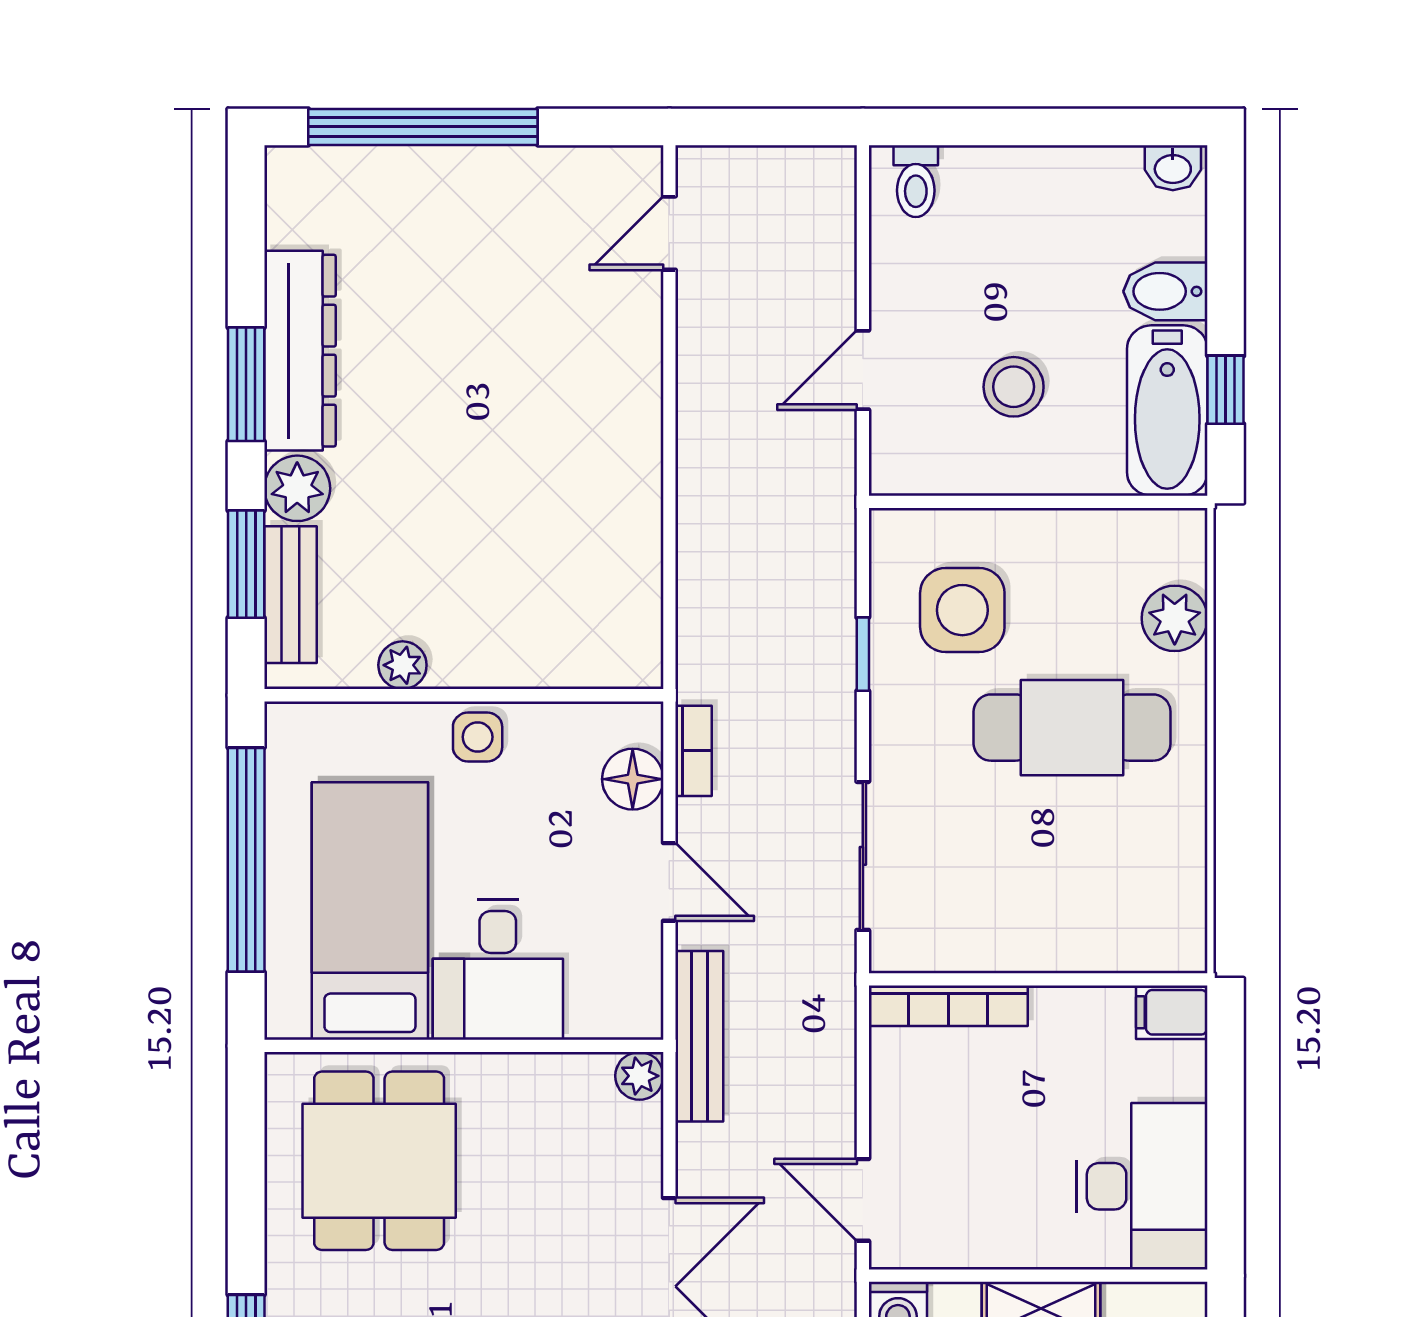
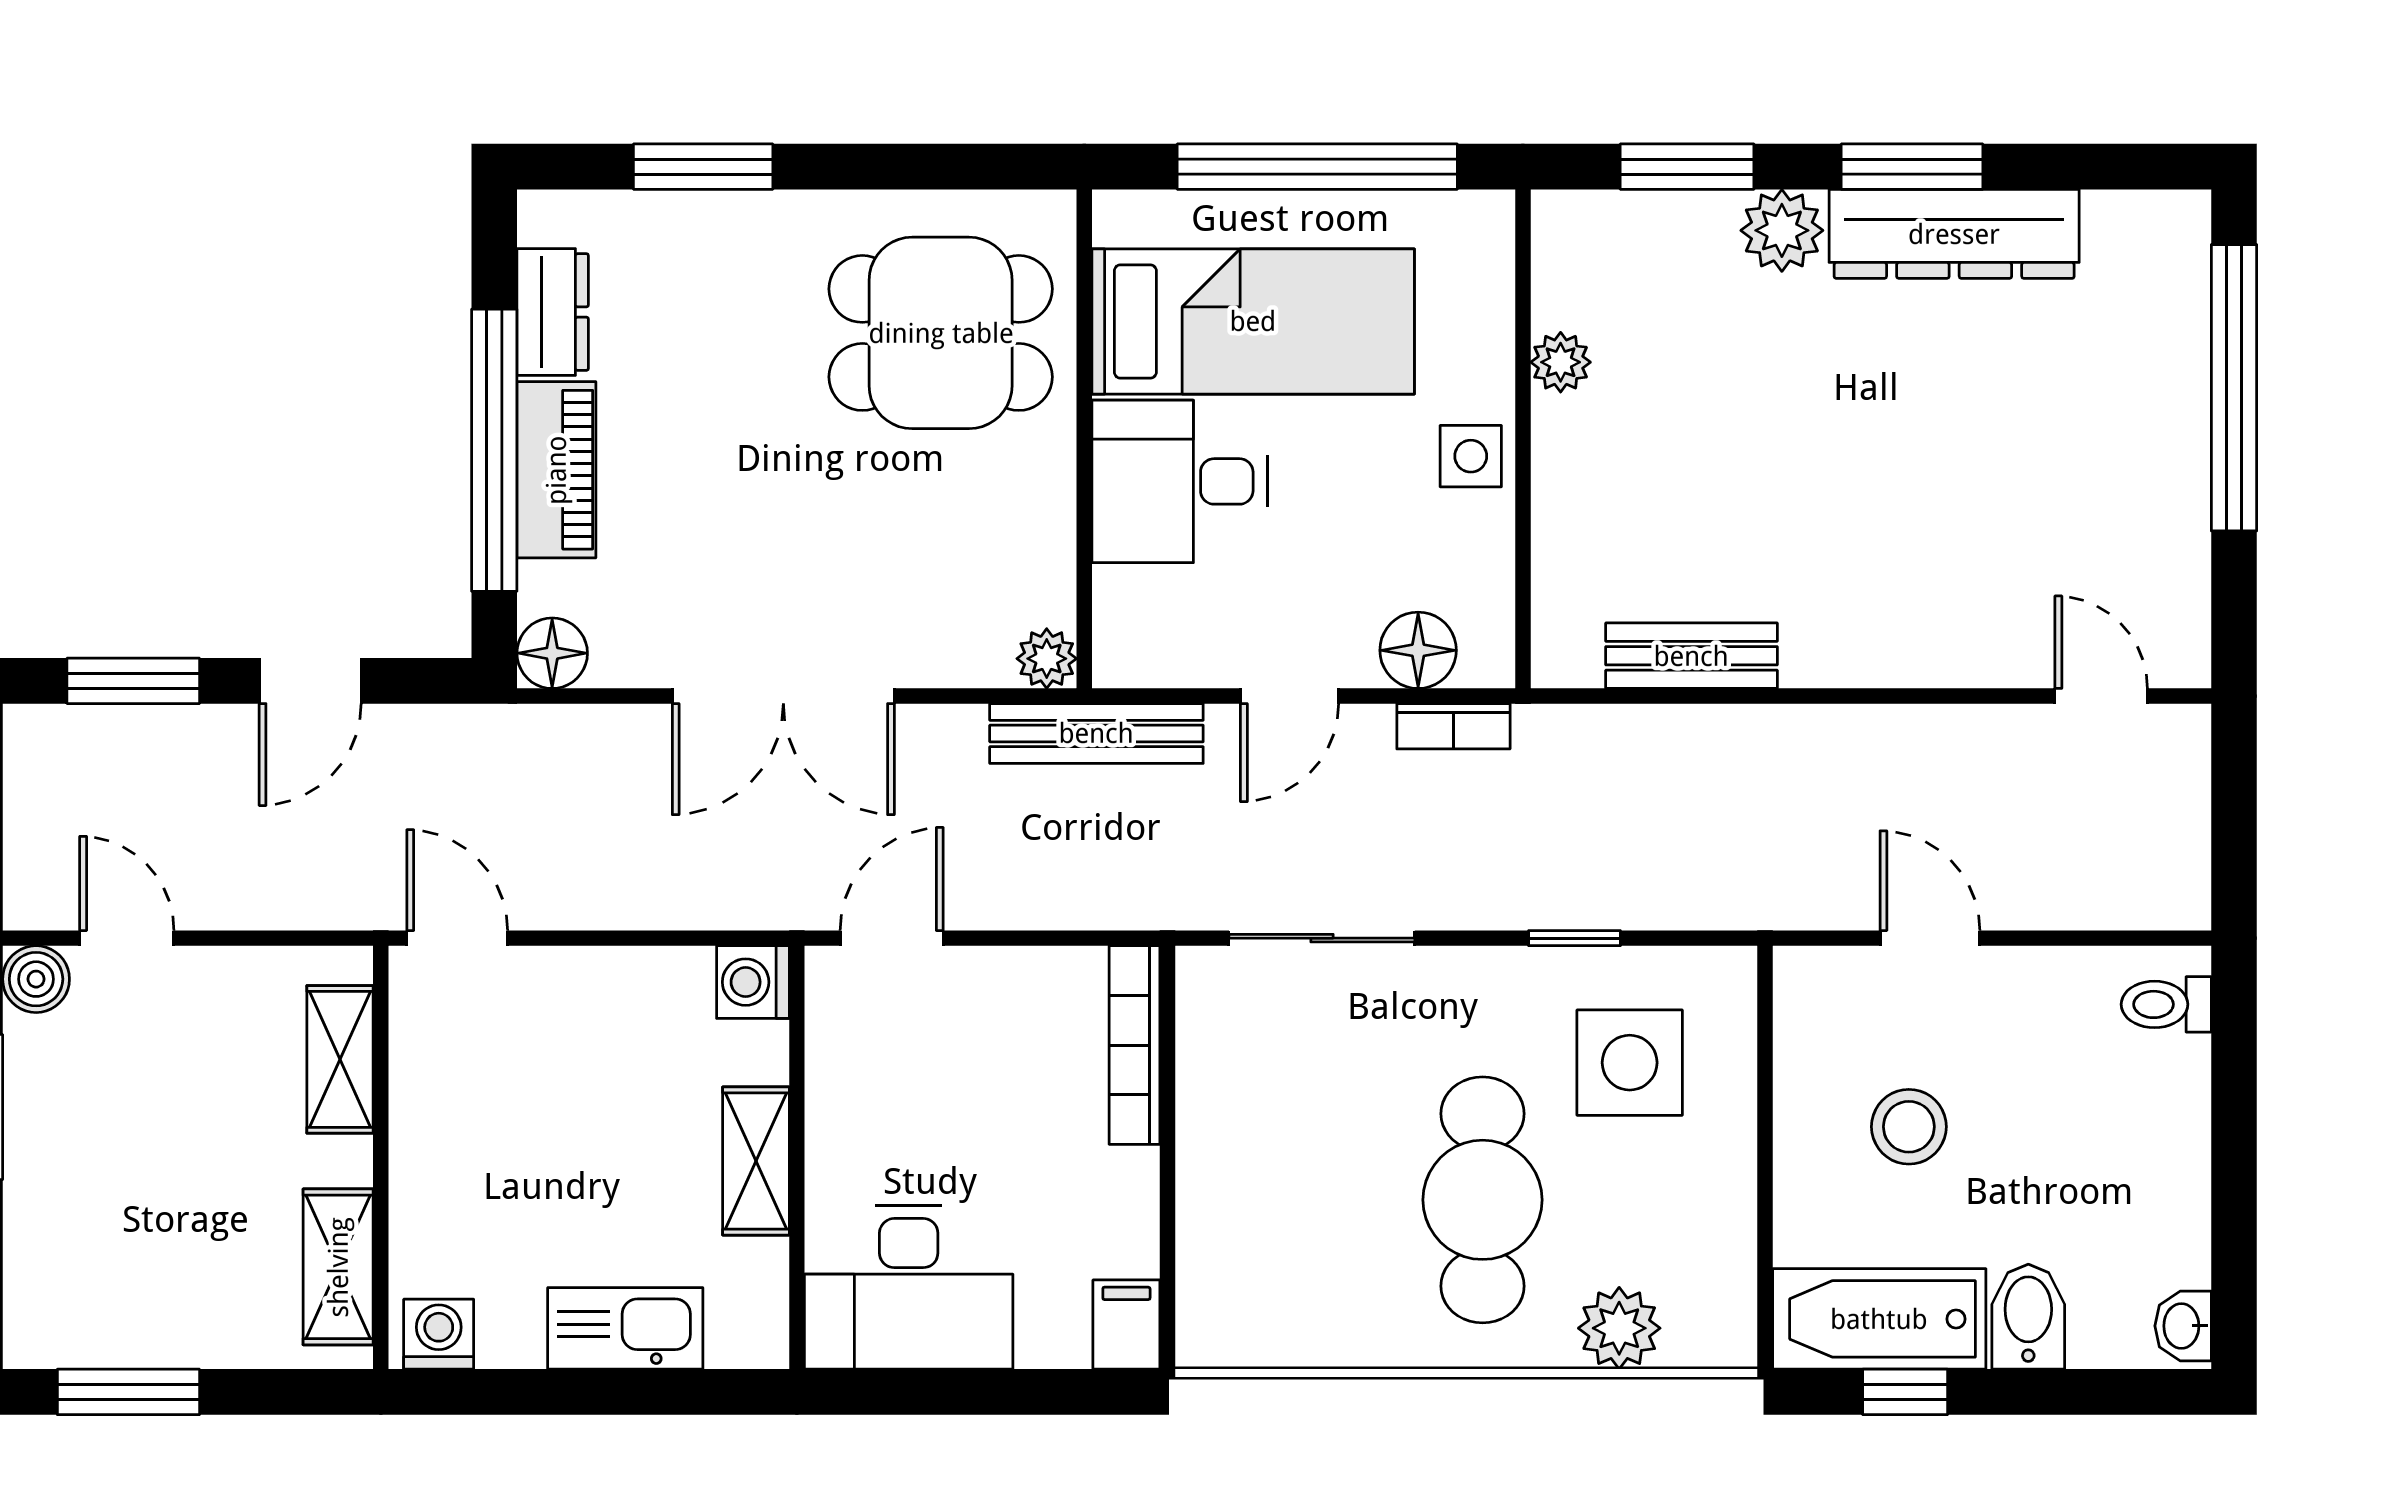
bench: (290, 595) -> (1691, 656), moved

